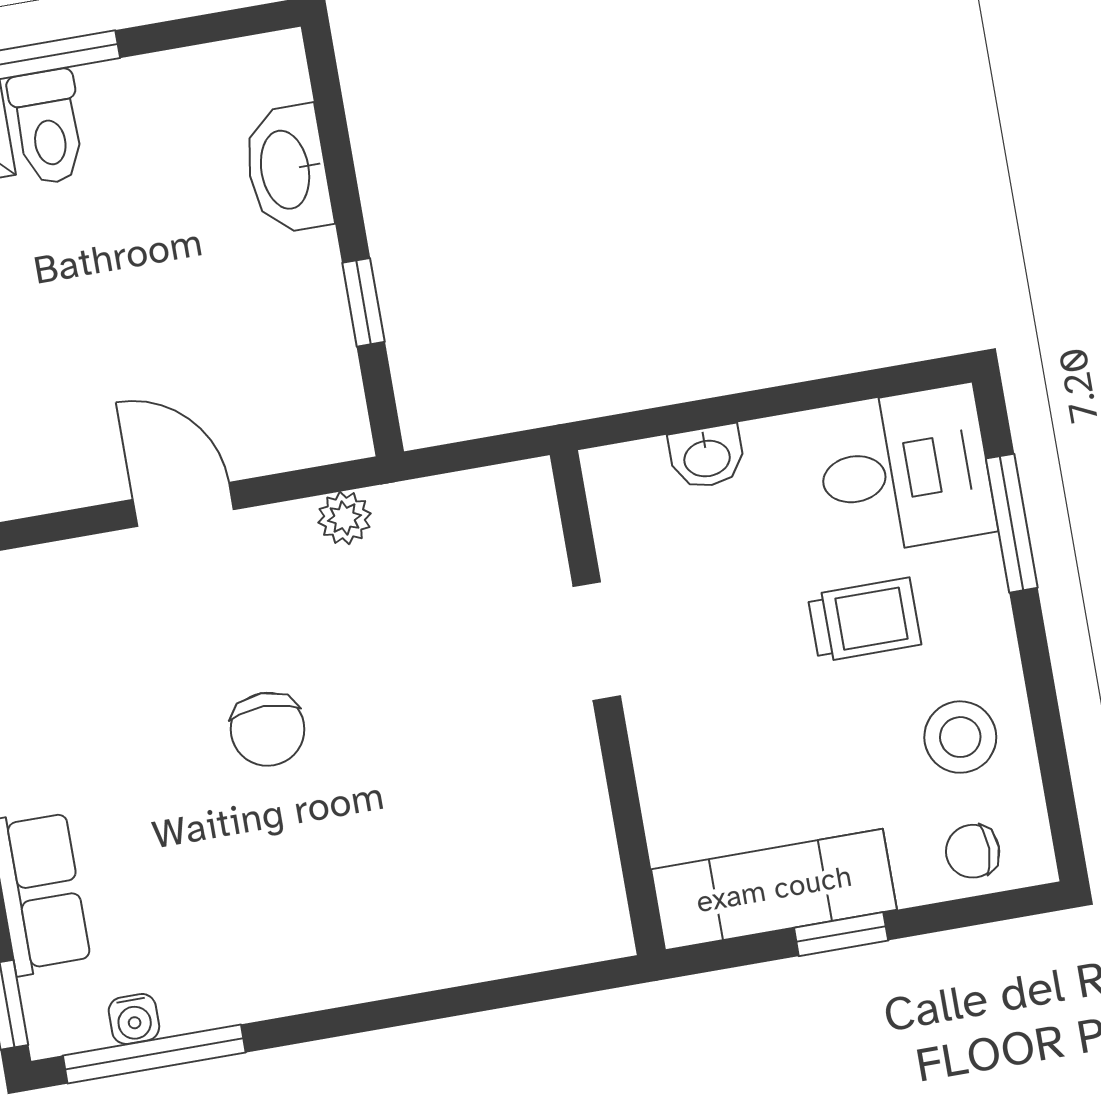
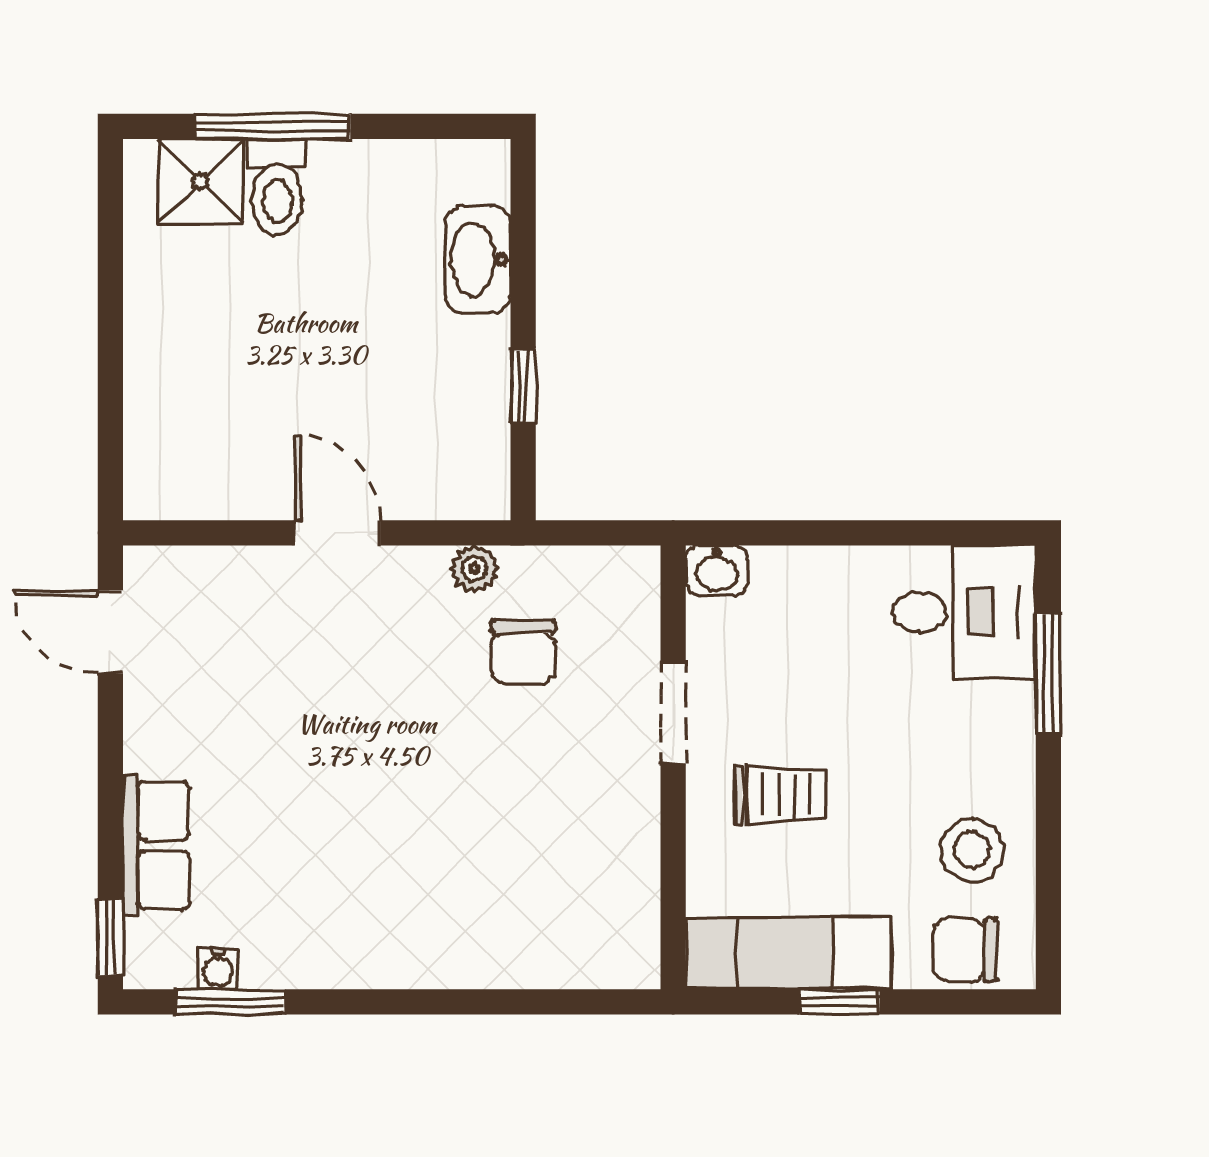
washbasin: (707, 457) -> (717, 570), moved
trolley: (864, 620) -> (780, 795), moved
chair: (268, 729) -> (523, 652), moved
chair: (973, 851) -> (965, 950), width x1.37, depth x1.37
window: (154, 1054) -> (230, 1002), width x0.69

